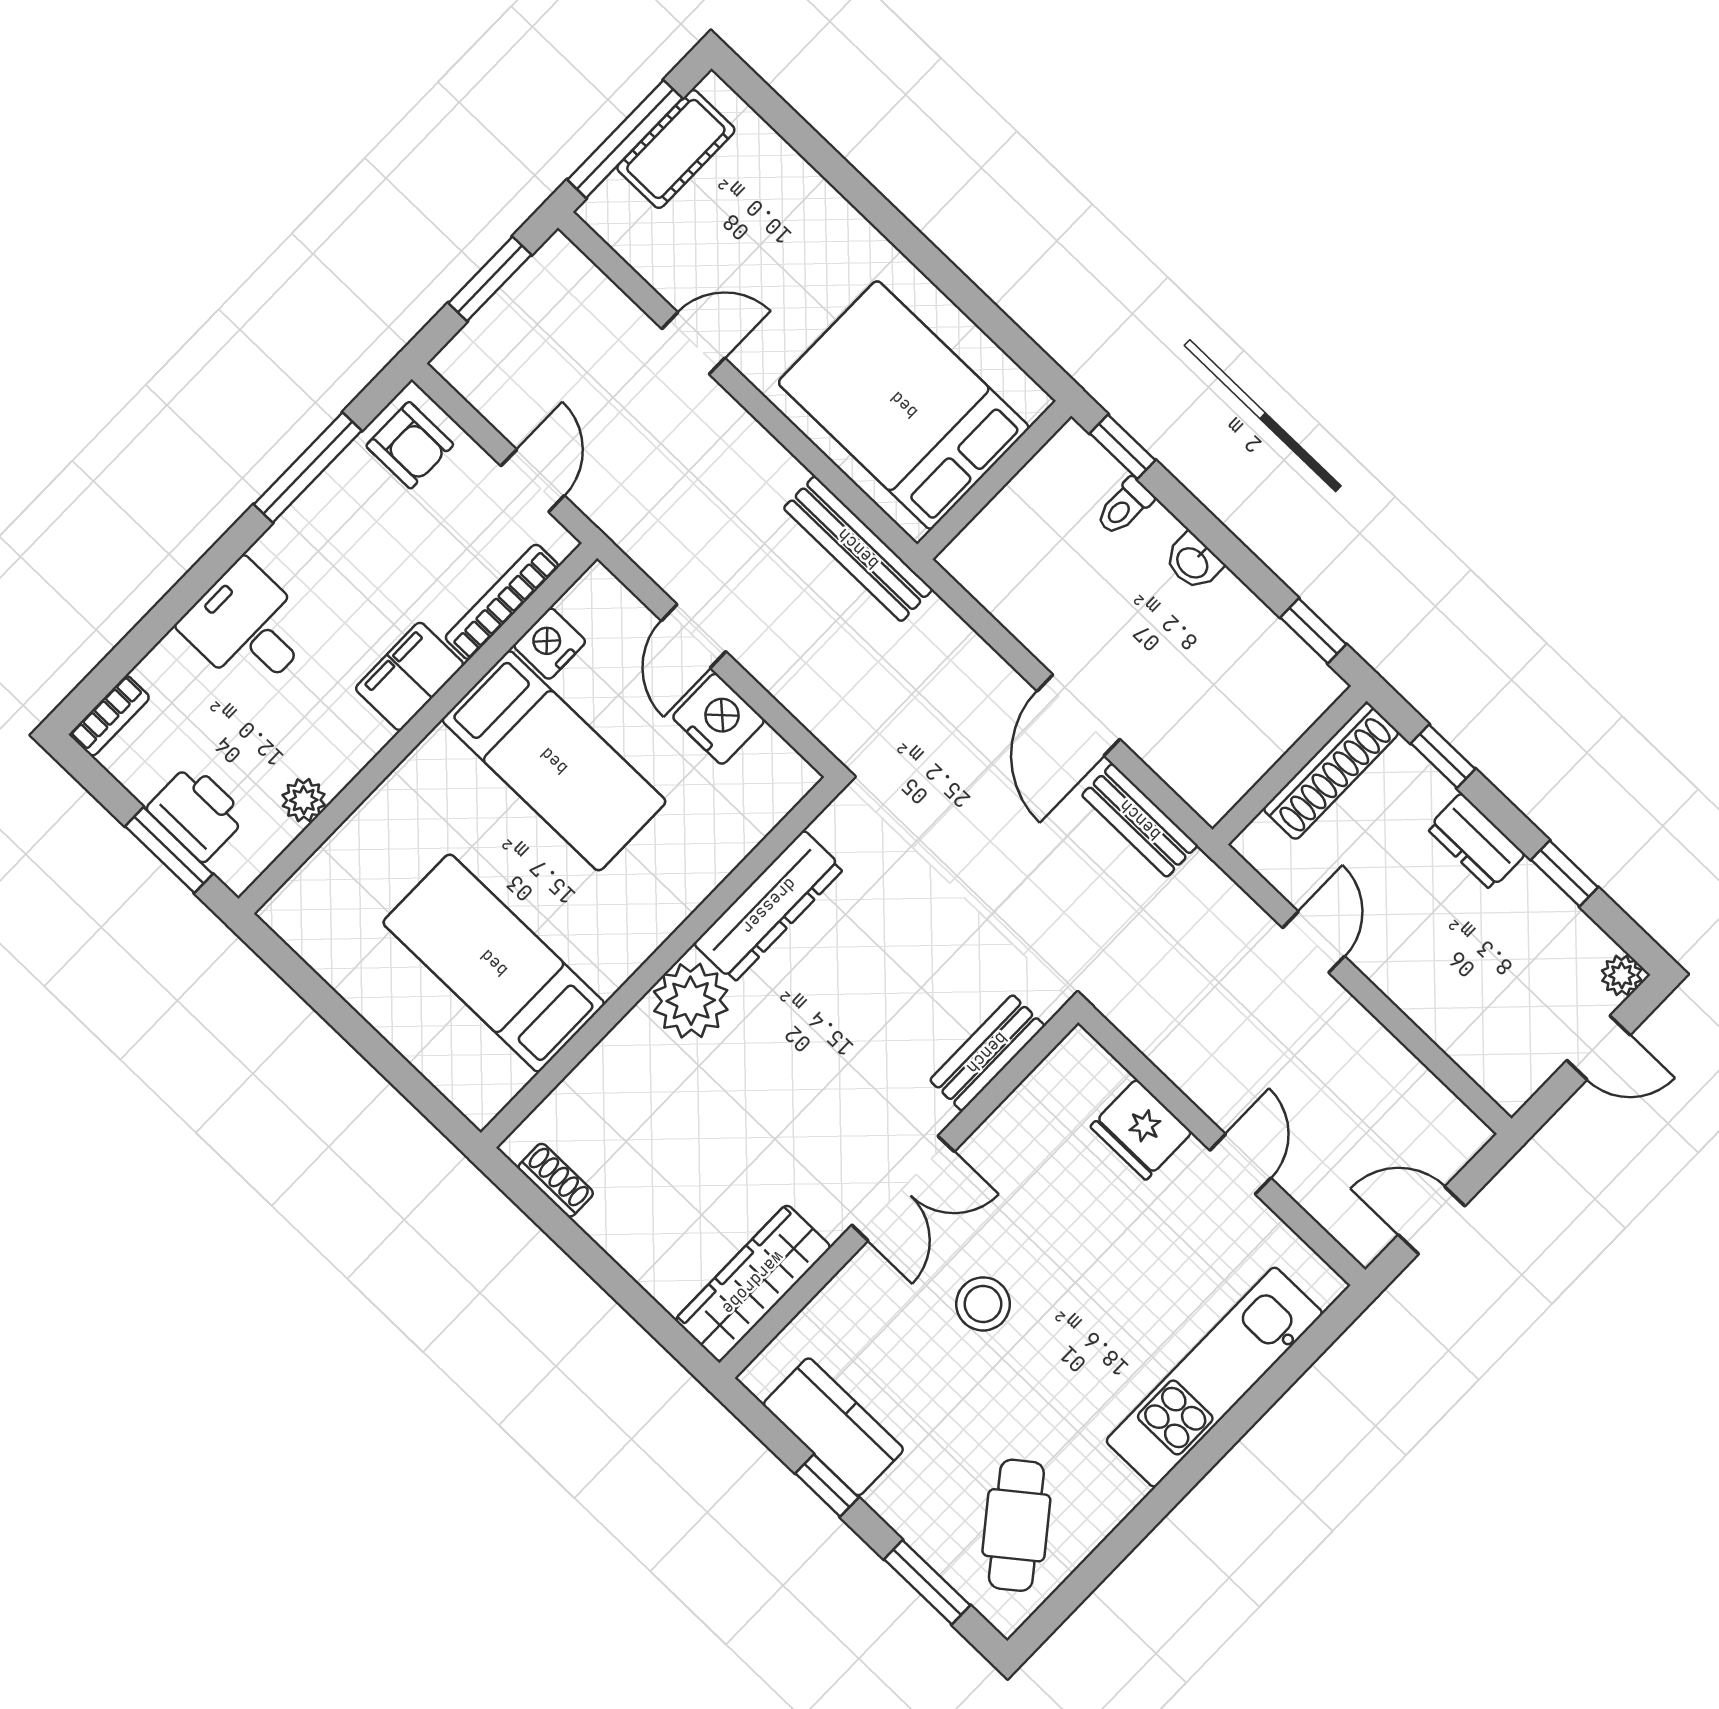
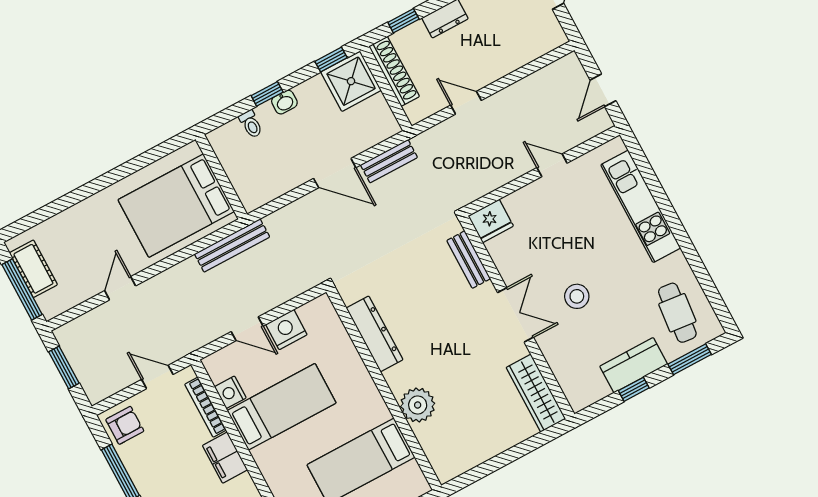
window: (1123, 447) -> (267, 94), moved
shower: (1282, 687) -> (351, 81), added
plant: (691, 1001) -> (418, 405), moved
fridge: (1141, 1130) -> (491, 221), moved
shoe rack: (556, 1180) -> (464, 464), removed
kitchen counter: (833, 1427) -> (634, 365), moved
cafe table: (1016, 1525) -> (677, 313), turned 44

